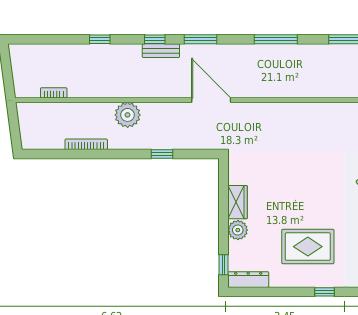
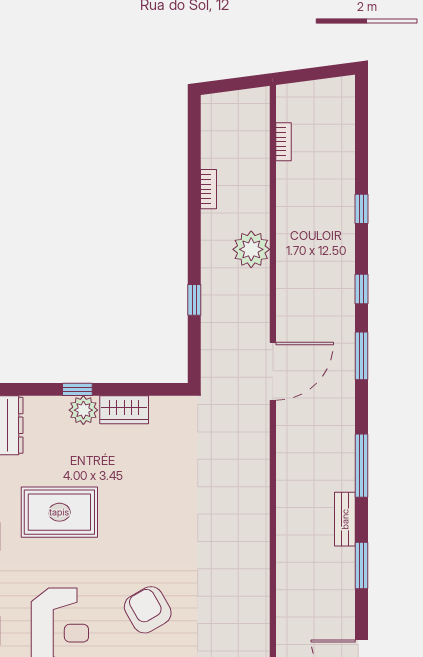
bench: (161, 51) -> (345, 519), moved
bookcase: (86, 144) -> (208, 189), width x0.64
rug: (308, 247) -> (59, 512), turned 90
window: (224, 265) -> (77, 389), moved

